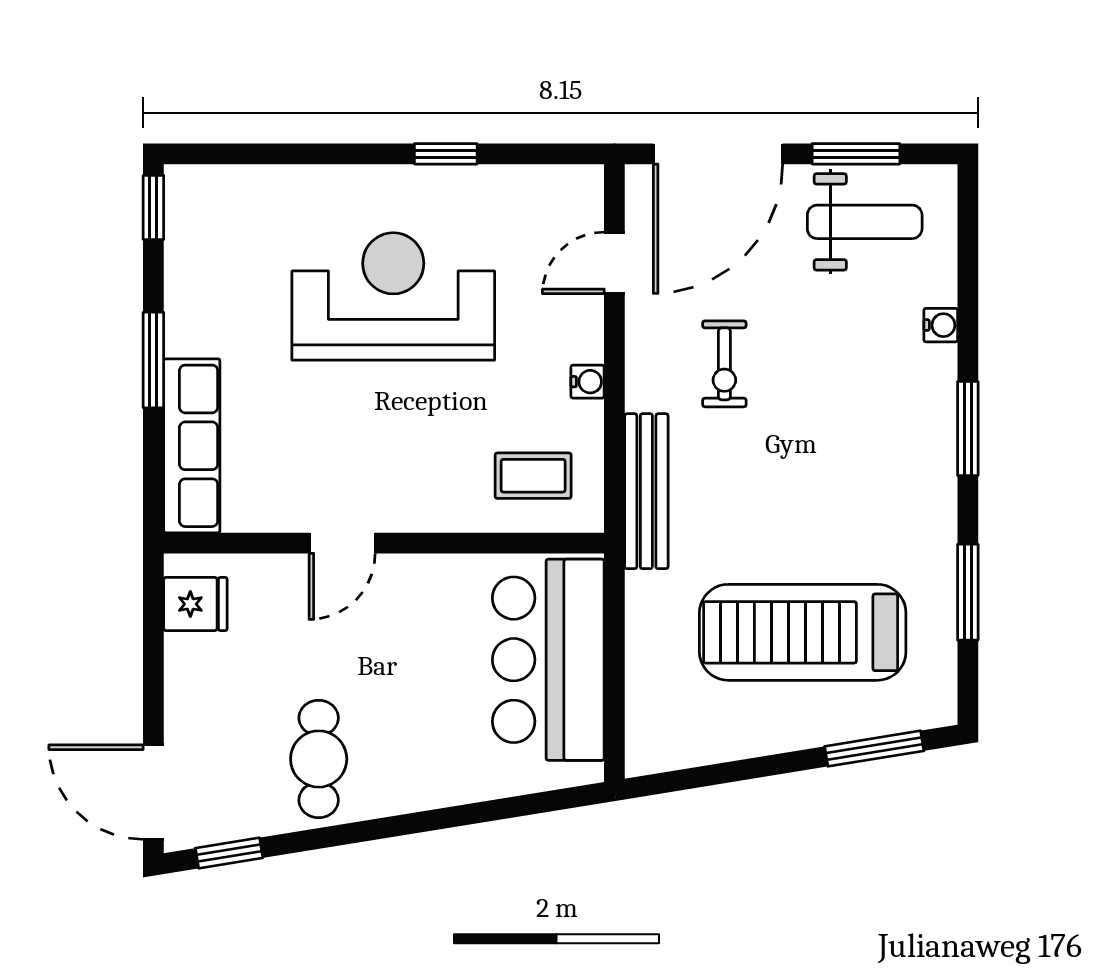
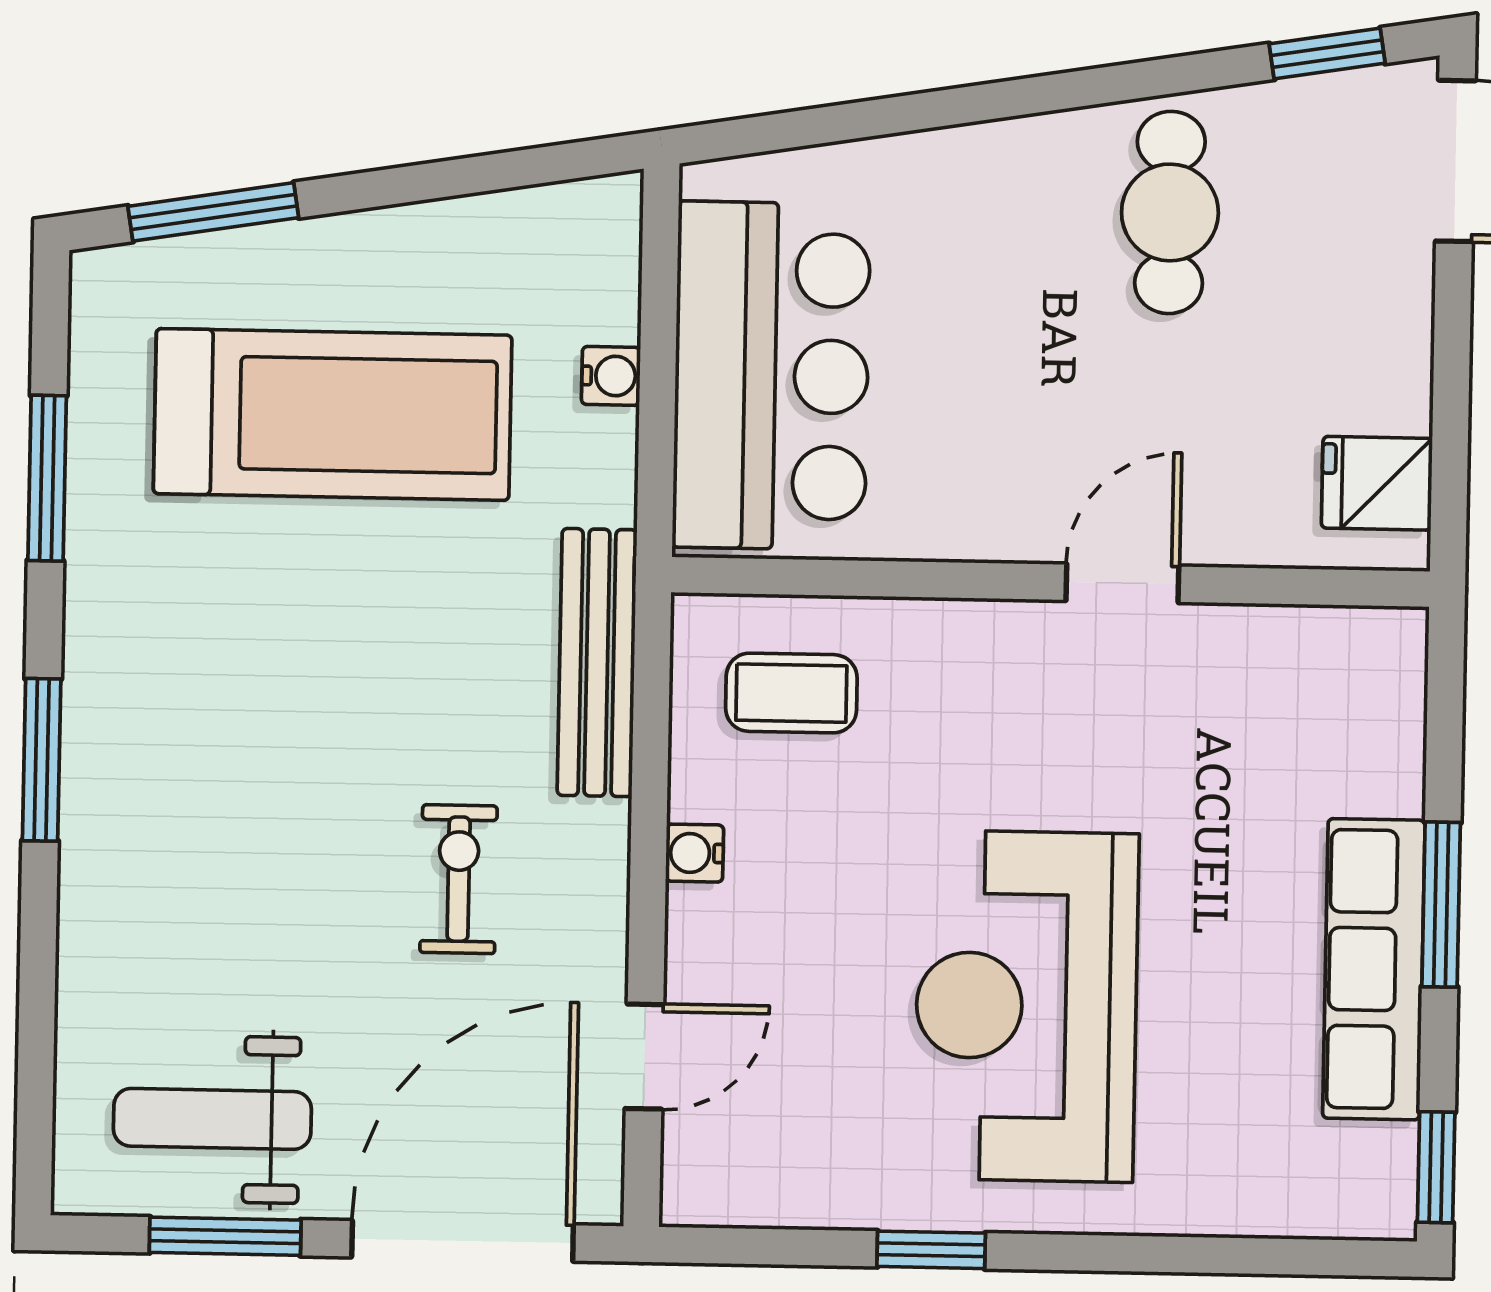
reception desk: (393, 296) -> (1026, 1006), turned 90
water cooler: (941, 325) -> (611, 376), moved, turned 180
row of seats: (192, 446) -> (1374, 969), moved

